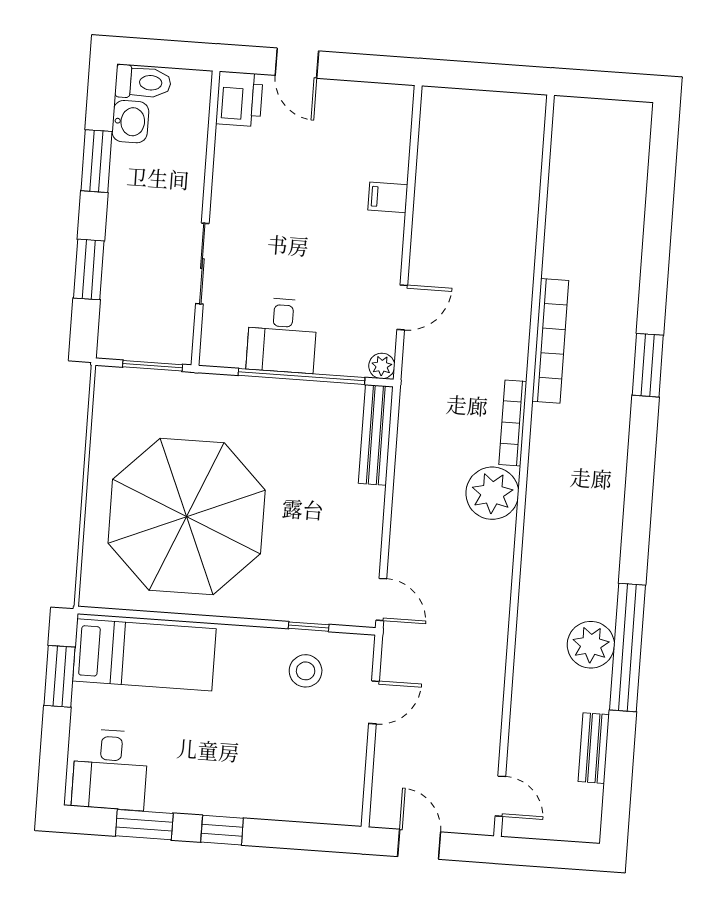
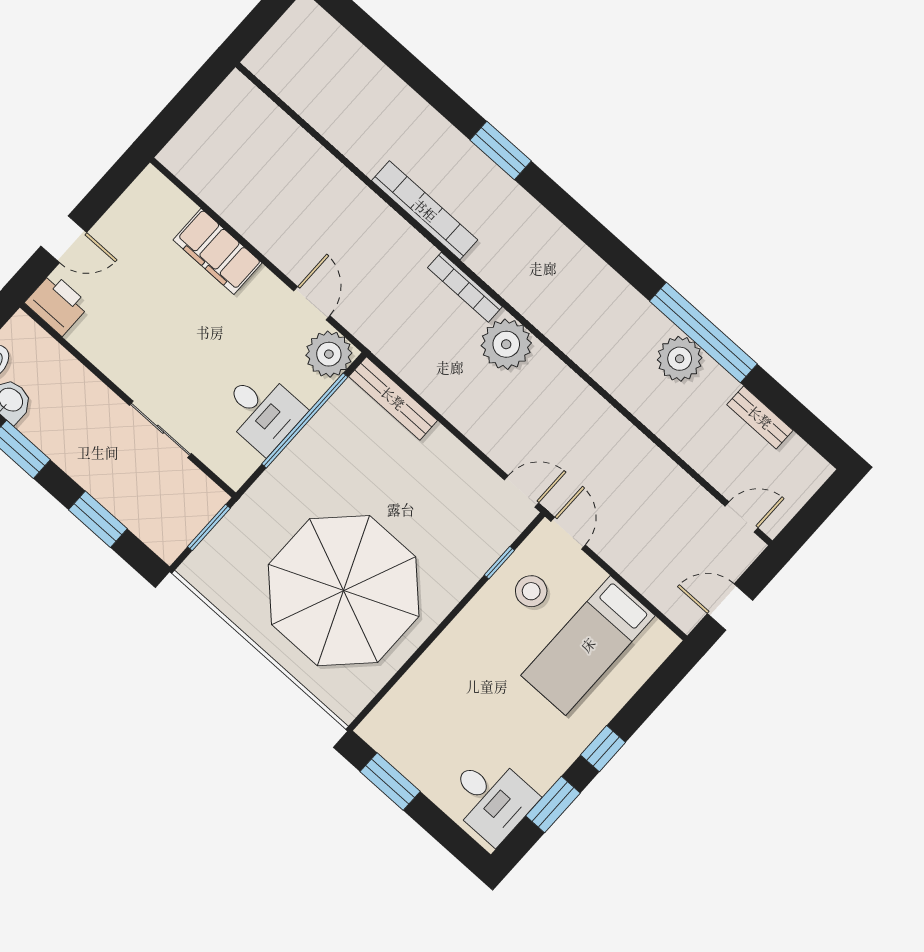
filing cabinet: (388, 197) -> (217, 251), width x3.00, depth x1.17
plant: (382, 366) -> (329, 354), width x1.88, depth x1.88
bed: (144, 655) -> (588, 645), moved, turned 180
door: (374, 702) -> (568, 533), moved

